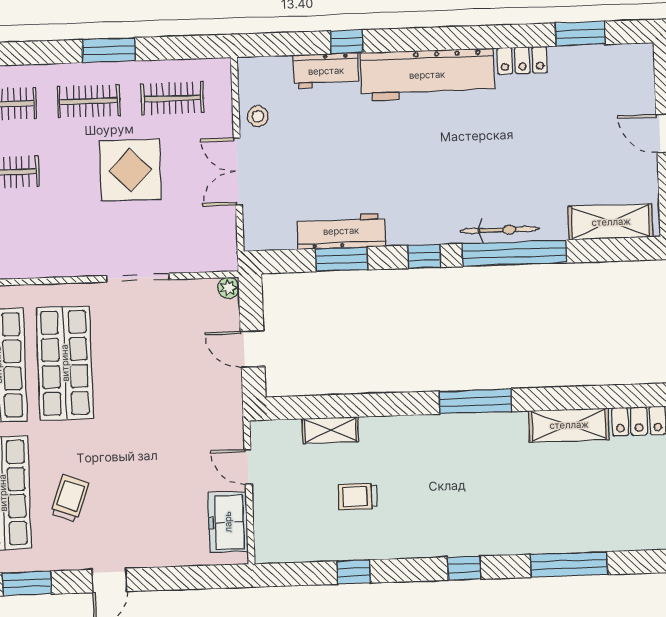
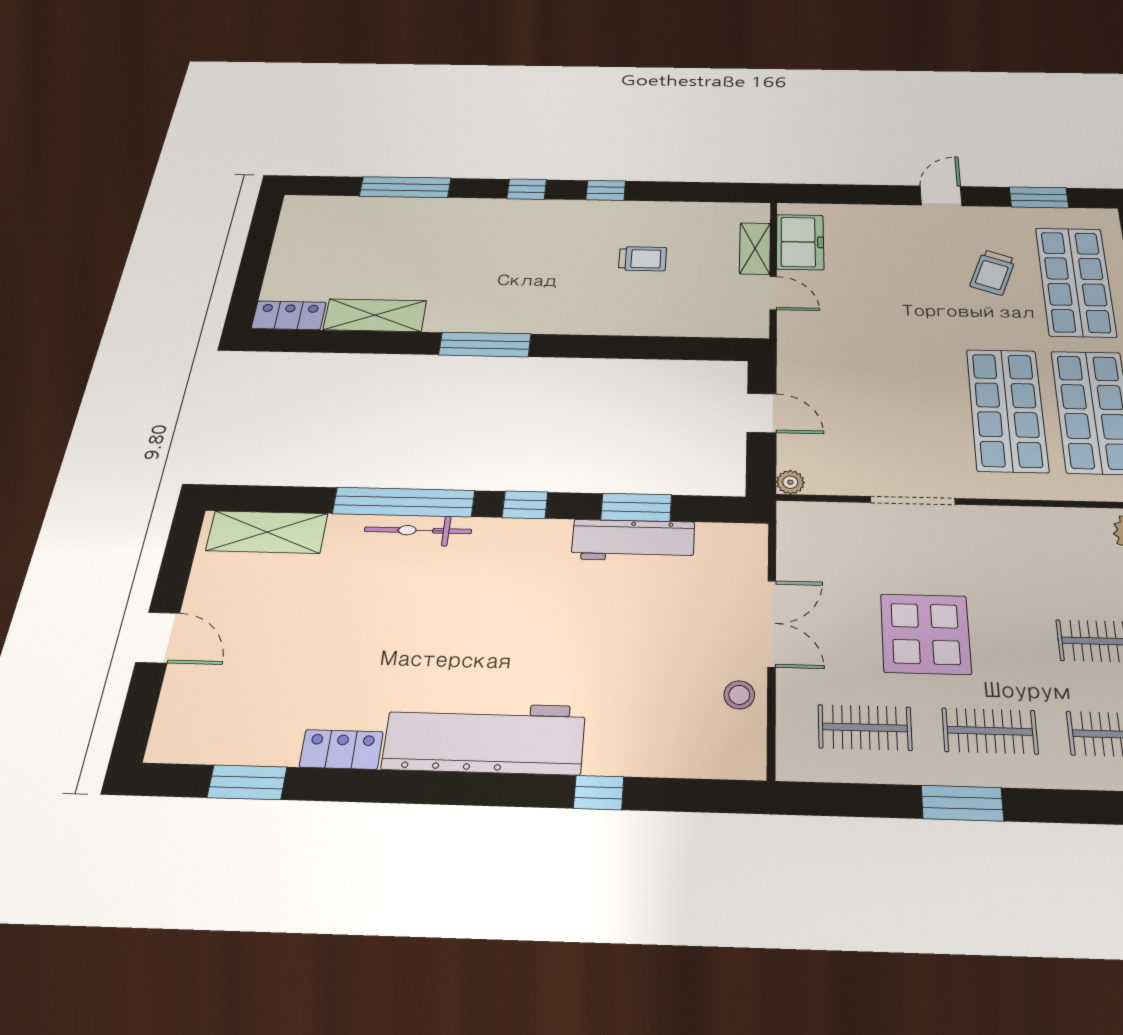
workbench: (326, 71) -> (634, 753), removed
shelving: (331, 430) -> (755, 248), moved, turned 90
window: (354, 572) -> (606, 190), moved

